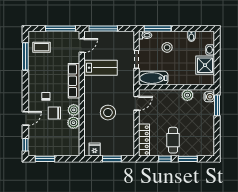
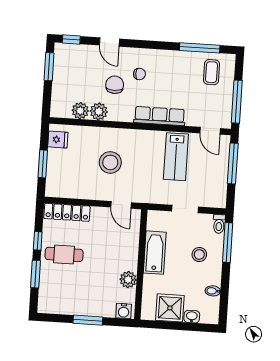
bathtub: (153, 78) -> (155, 253), moved
window: (217, 105) -> (88, 320), moved
plant: (74, 110) -> (80, 111), moved

